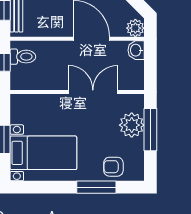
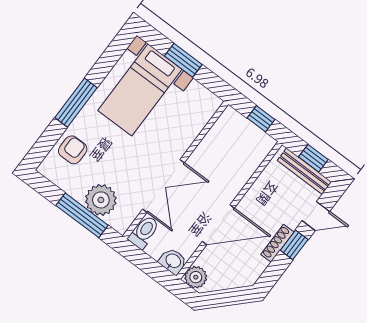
toilet: (23, 57) -> (144, 232), moved, turned 180
window: (96, 187) -> (76, 103), moved

